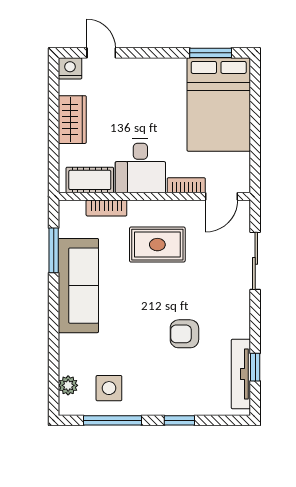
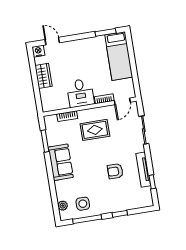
bed: (219, 105) -> (119, 56), width x0.67
cot: (90, 180) -> (57, 104), removed
sofa: (78, 286) -> (61, 162), width x0.73
tv unit: (241, 374) -> (143, 170), moved

